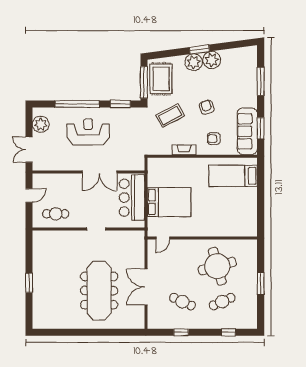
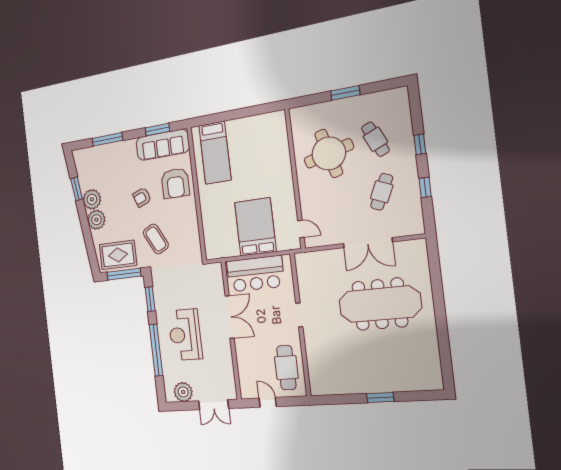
window: (199, 49) -> (77, 189), moved
armchair: (214, 139) -> (175, 183), width x1.88, depth x1.88
fireplace: (184, 150) -> (192, 217), removed
cafe table: (56, 214) -> (286, 368), width x1.37, depth x1.35
window: (228, 332) -> (420, 144), moved

